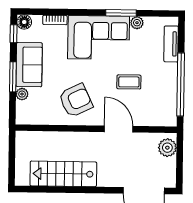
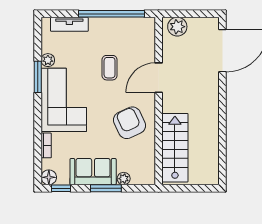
stairs: (63, 174) -> (175, 148), moved, turned 180

